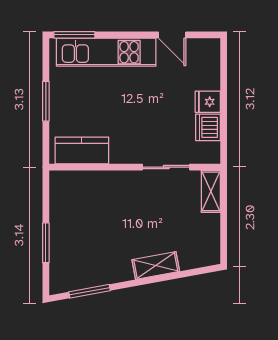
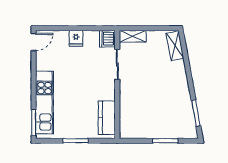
door: (172, 35) -> (34, 42), moved
dishwasher: (208, 127) -> (107, 39), moved, turned 90
shelving: (156, 266) -> (175, 46), moved

